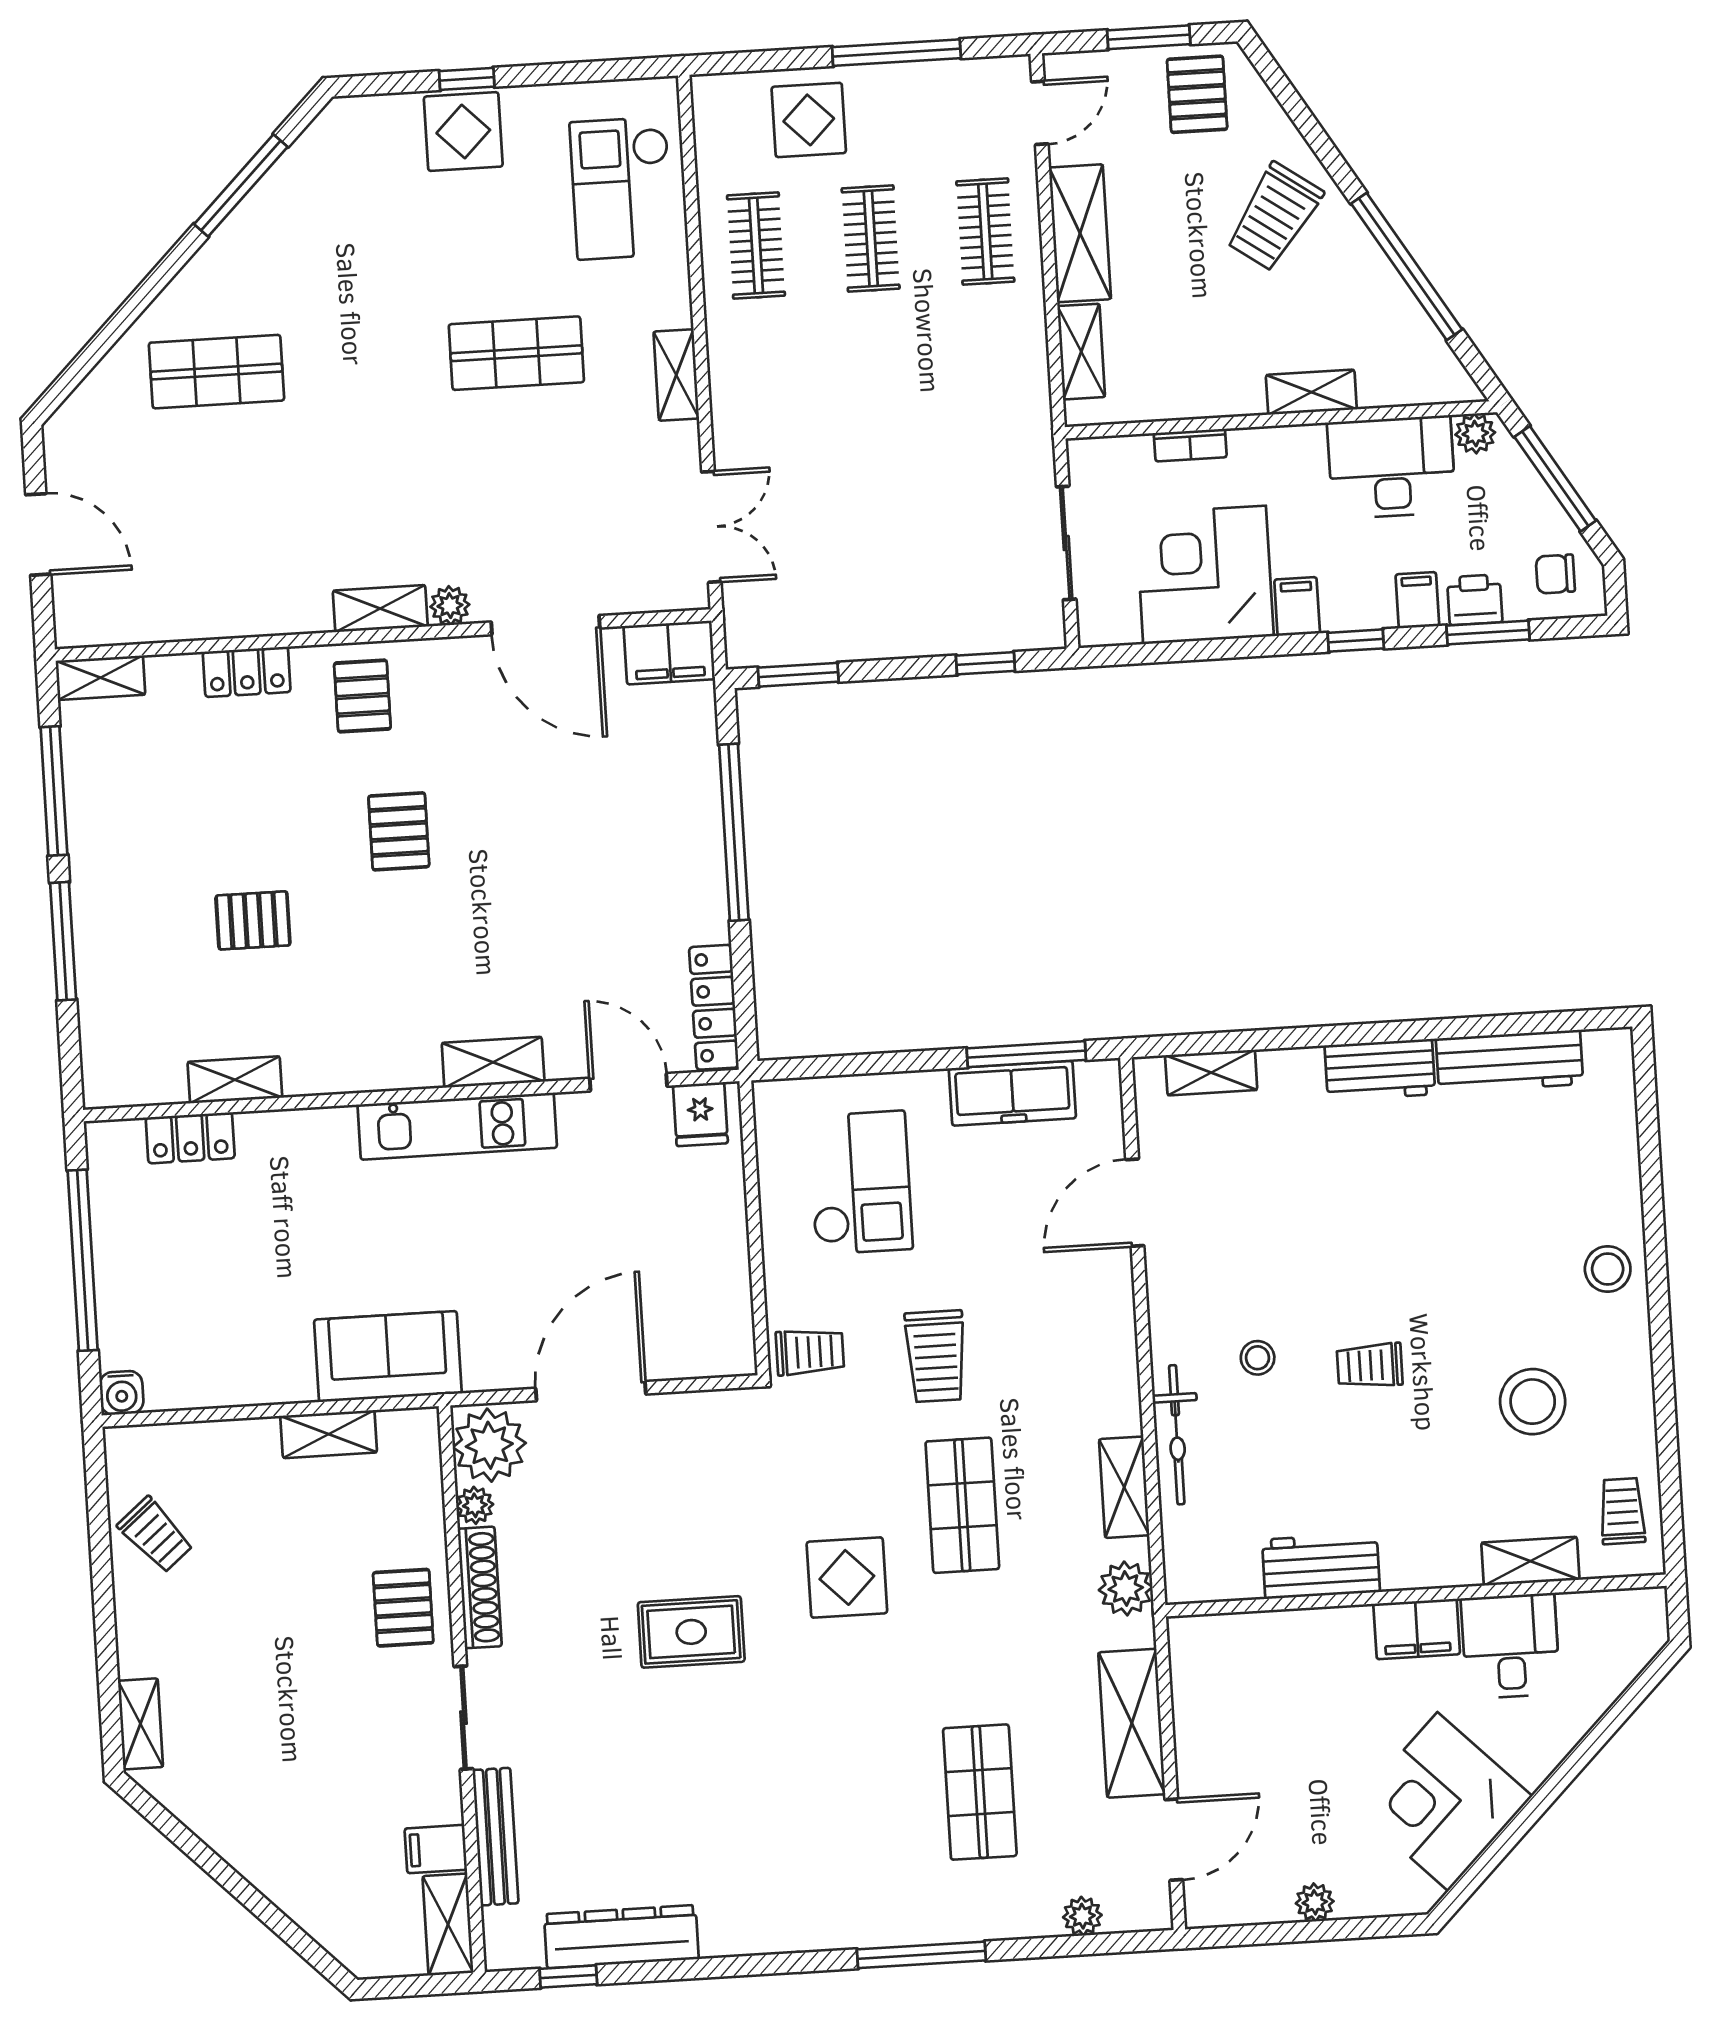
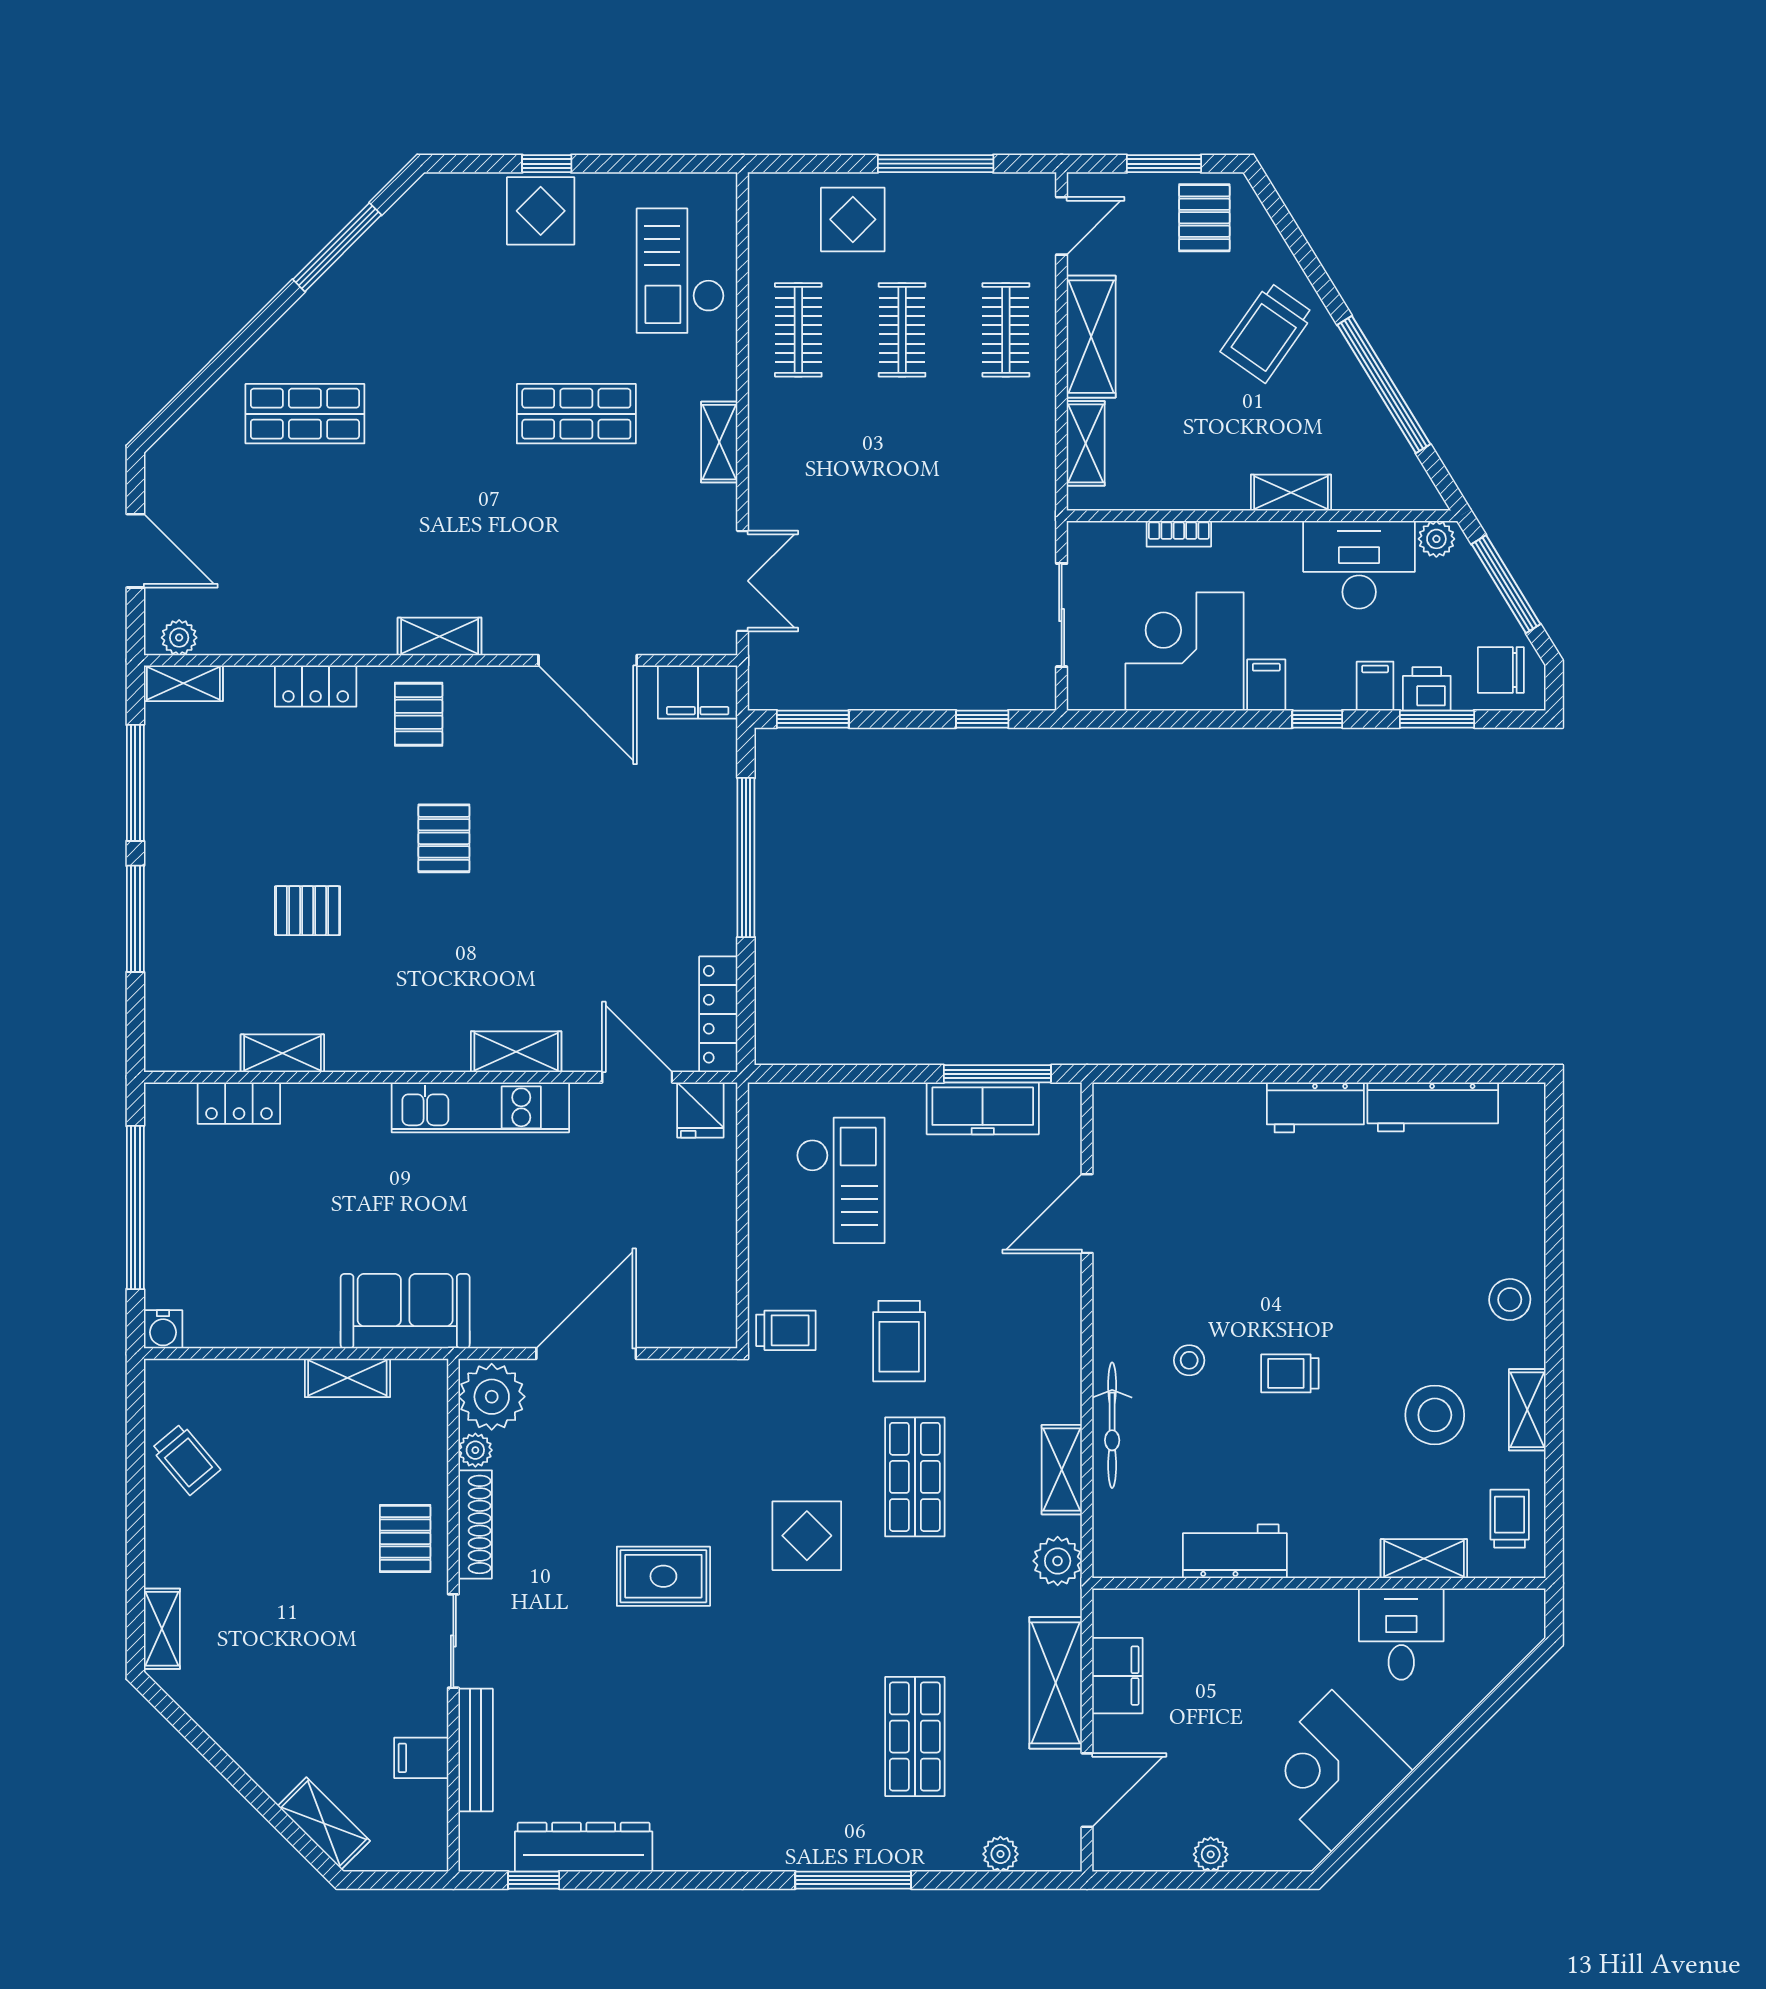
chair: (1555, 574) -> (1501, 670), width x1.37, depth x1.37
plant: (450, 606) -> (179, 638), moved
shelving: (1211, 1073) -> (1527, 1410), moved, turned 90
filing cabinet: (1417, 1629) -> (1117, 1676), moved, turned -90
shelving: (448, 1924) -> (324, 1823), moved, turned -45

